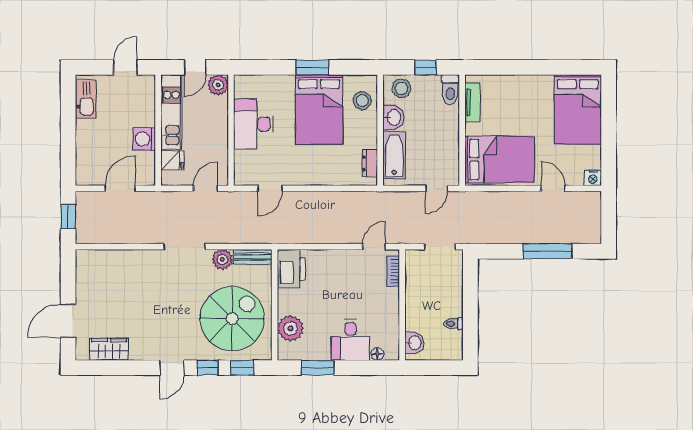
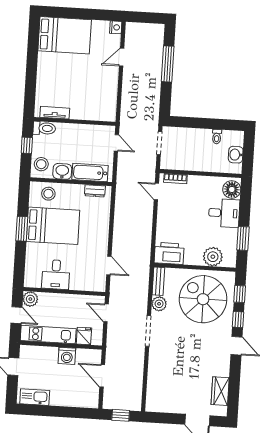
desk: (253, 124) -> (56, 274), width x0.73
bed: (500, 159) -> (98, 95), removed
washbasin: (414, 343) -> (236, 155), moved, turned -90
floor lamp: (377, 354) -> (232, 189), width x1.89, depth x1.89

